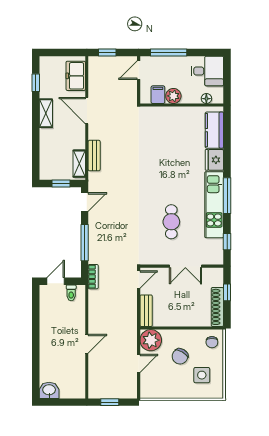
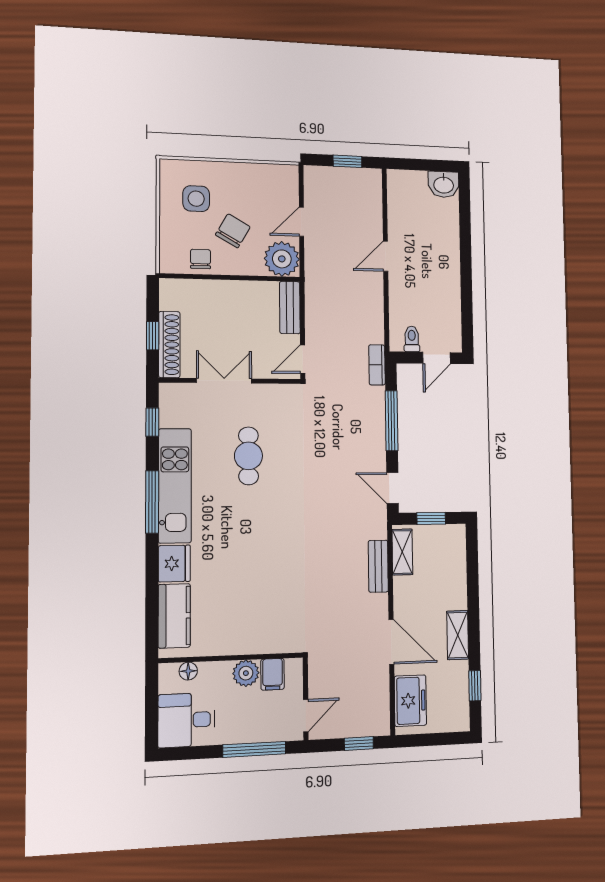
door: (85, 202) -> (393, 488), hinge flipped
shoe rack: (217, 307) -> (169, 345), moved
chair: (212, 342) -> (201, 259), moved

